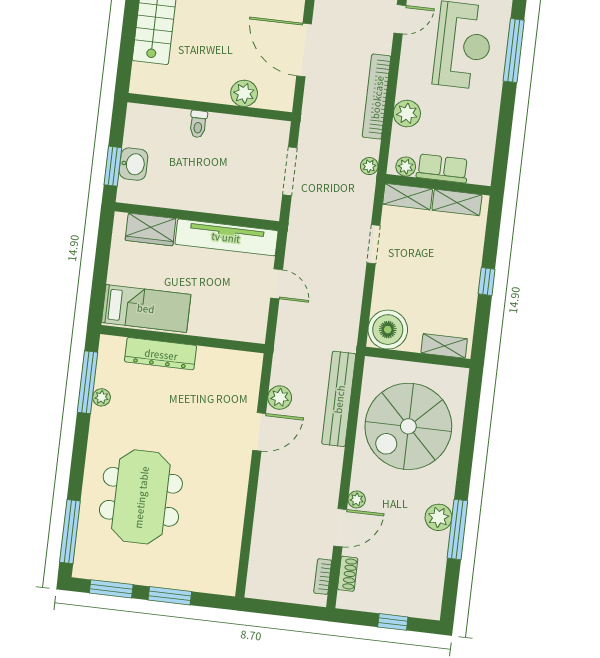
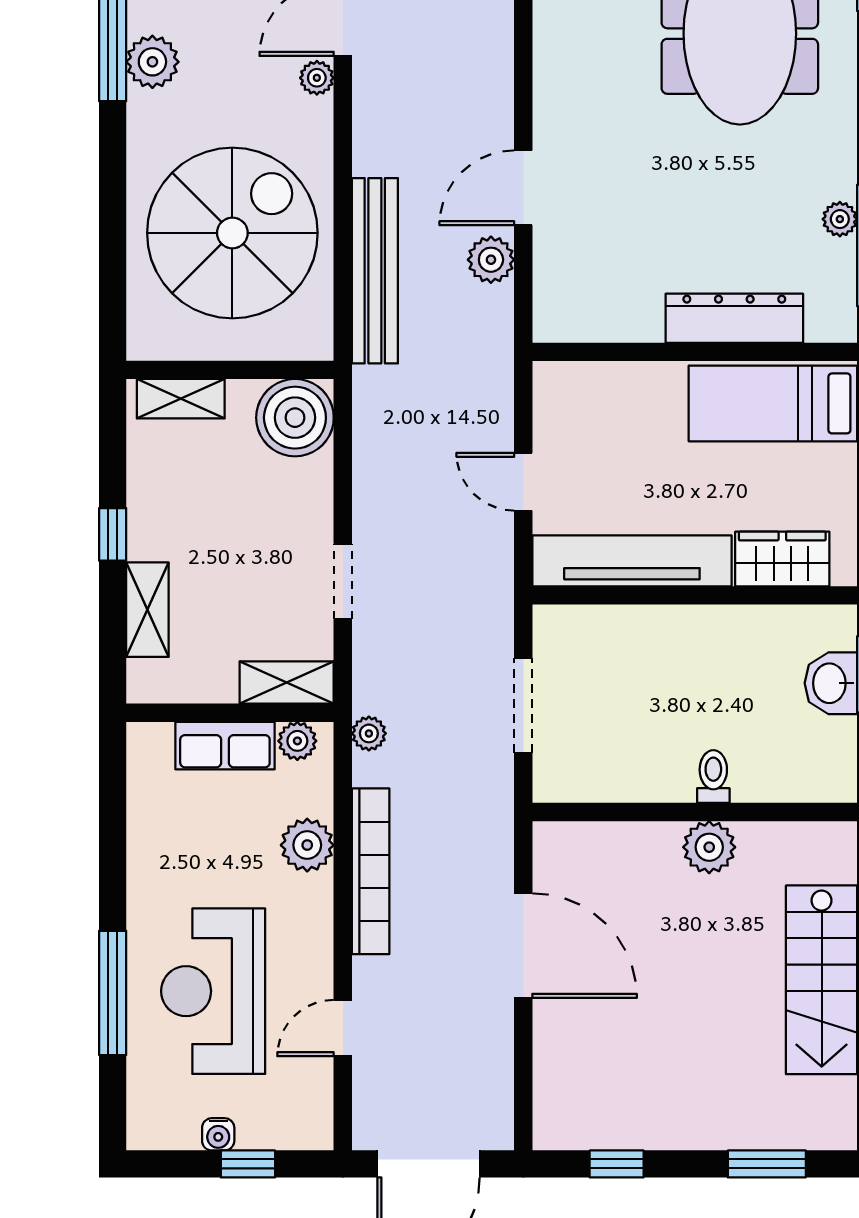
plant: (244, 93) -> (709, 847), moved
shelving: (457, 202) -> (147, 610), moved, turned 90

